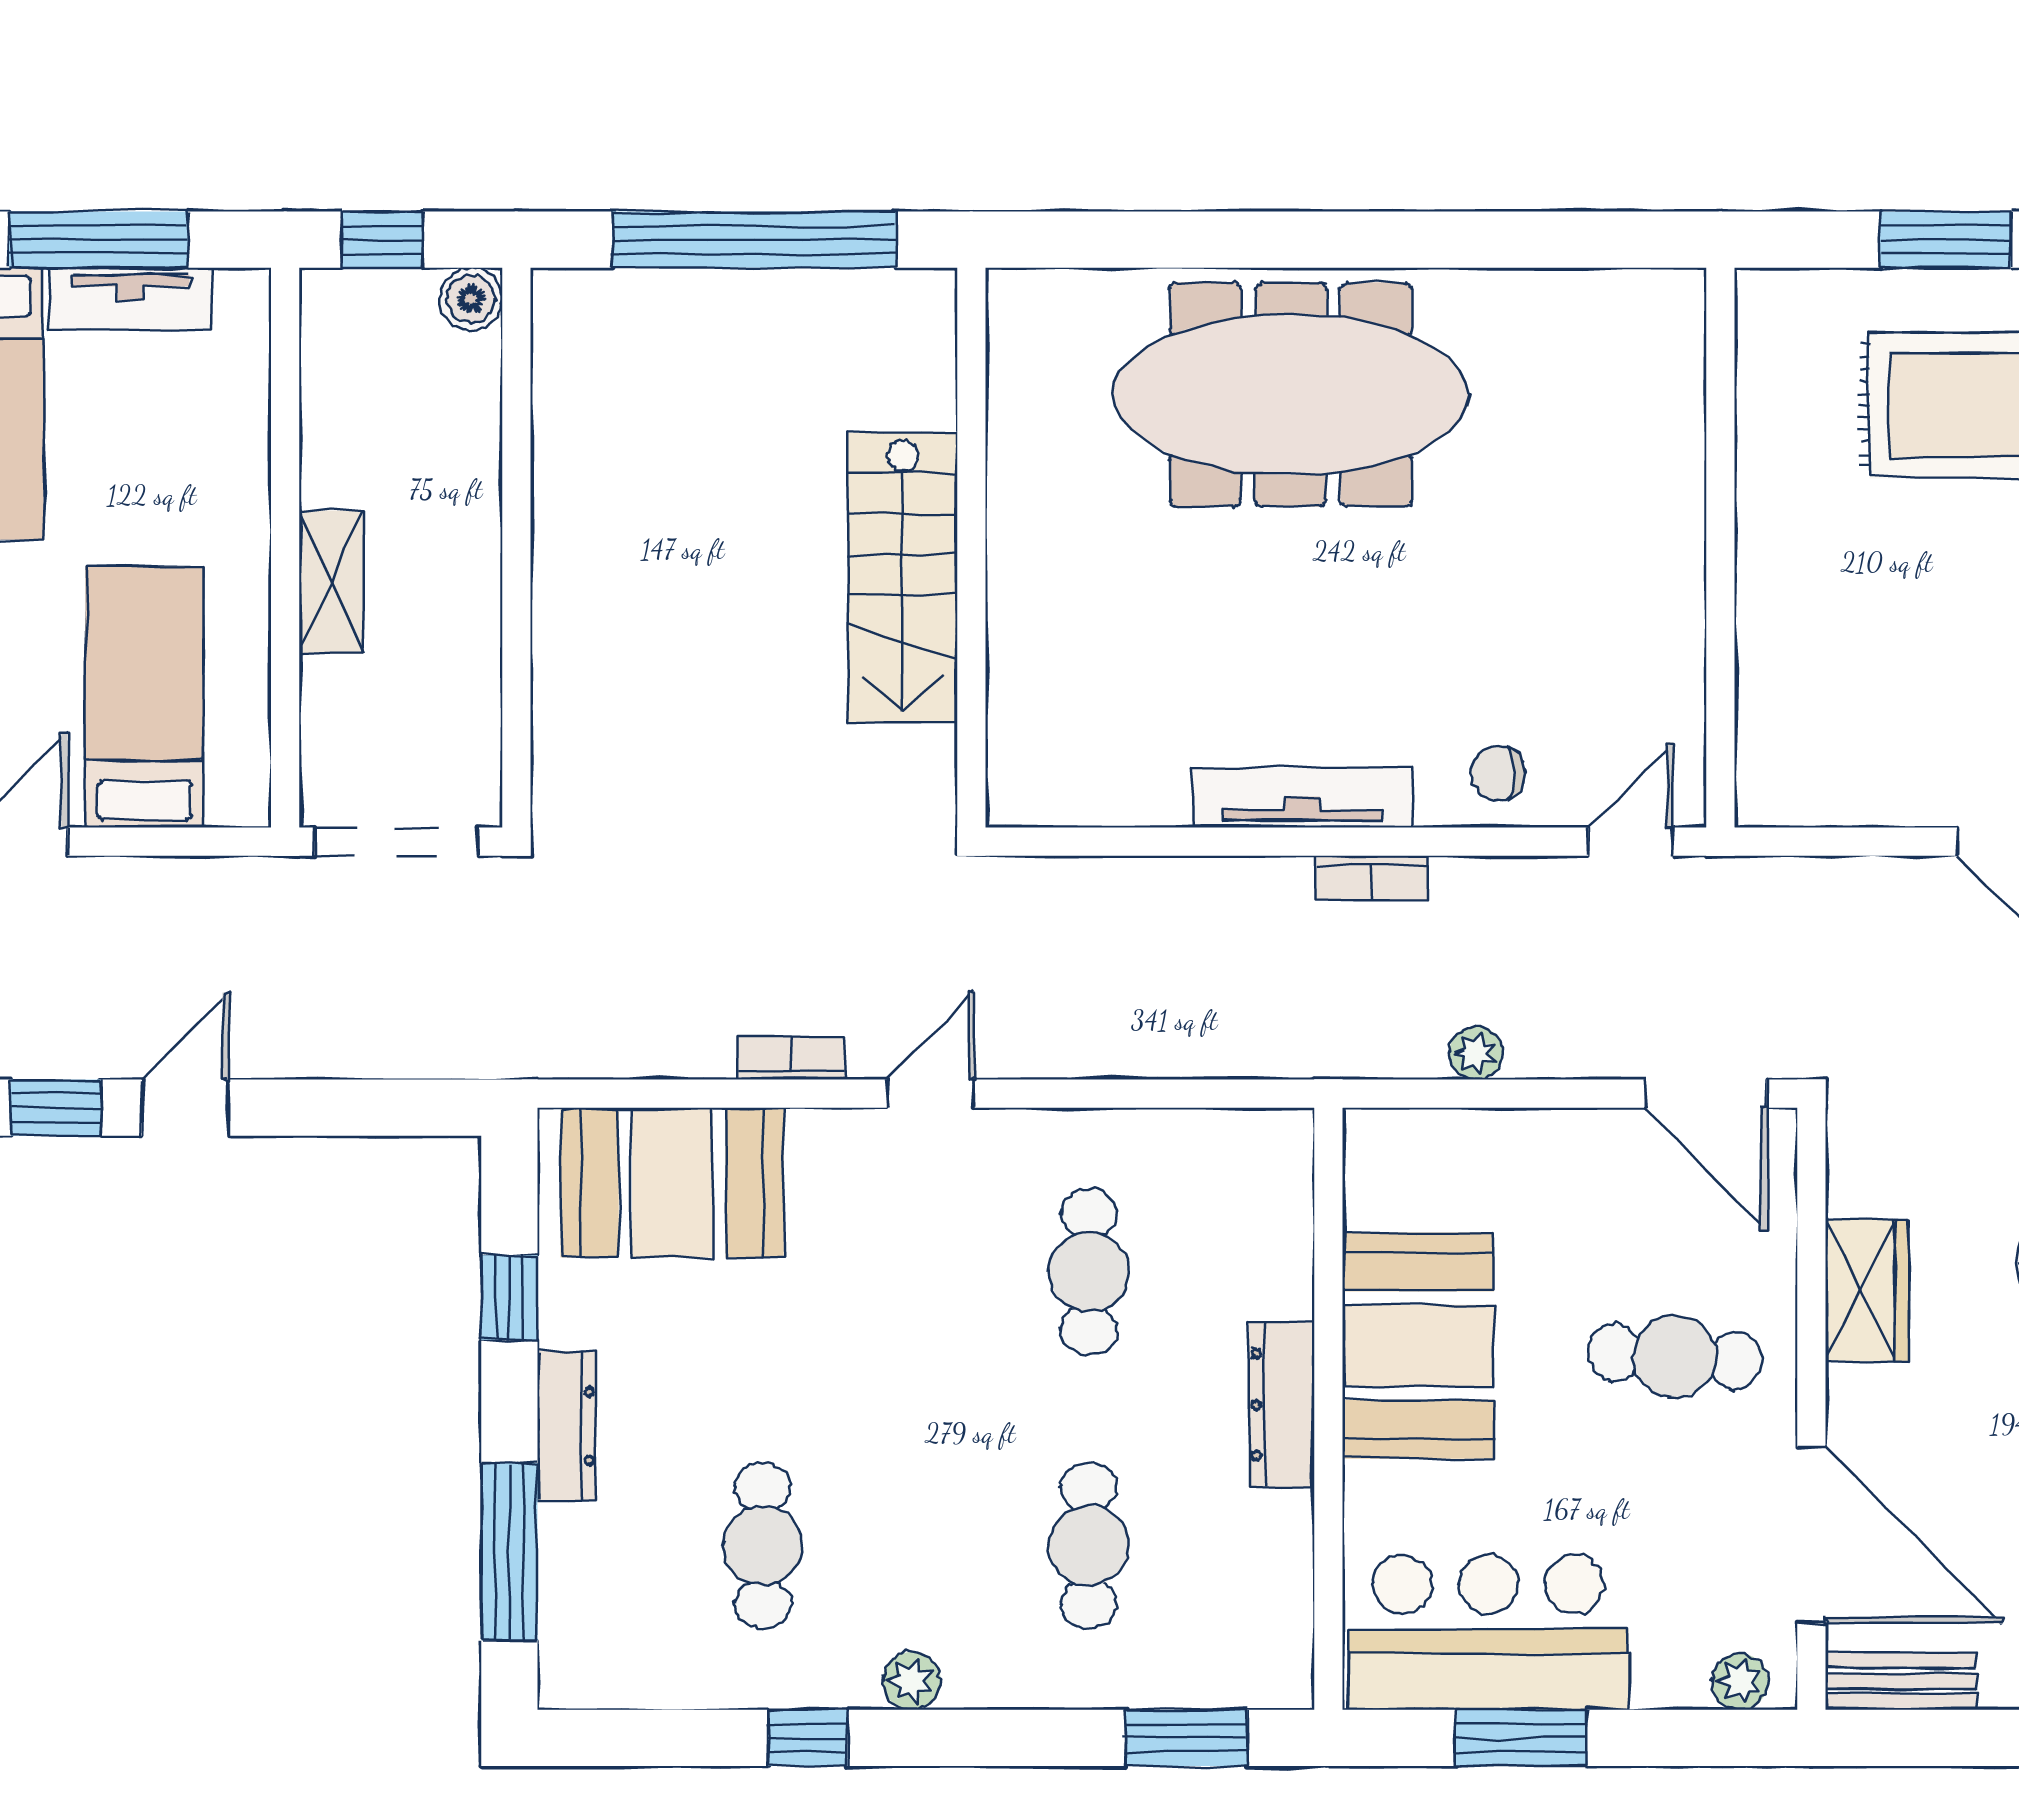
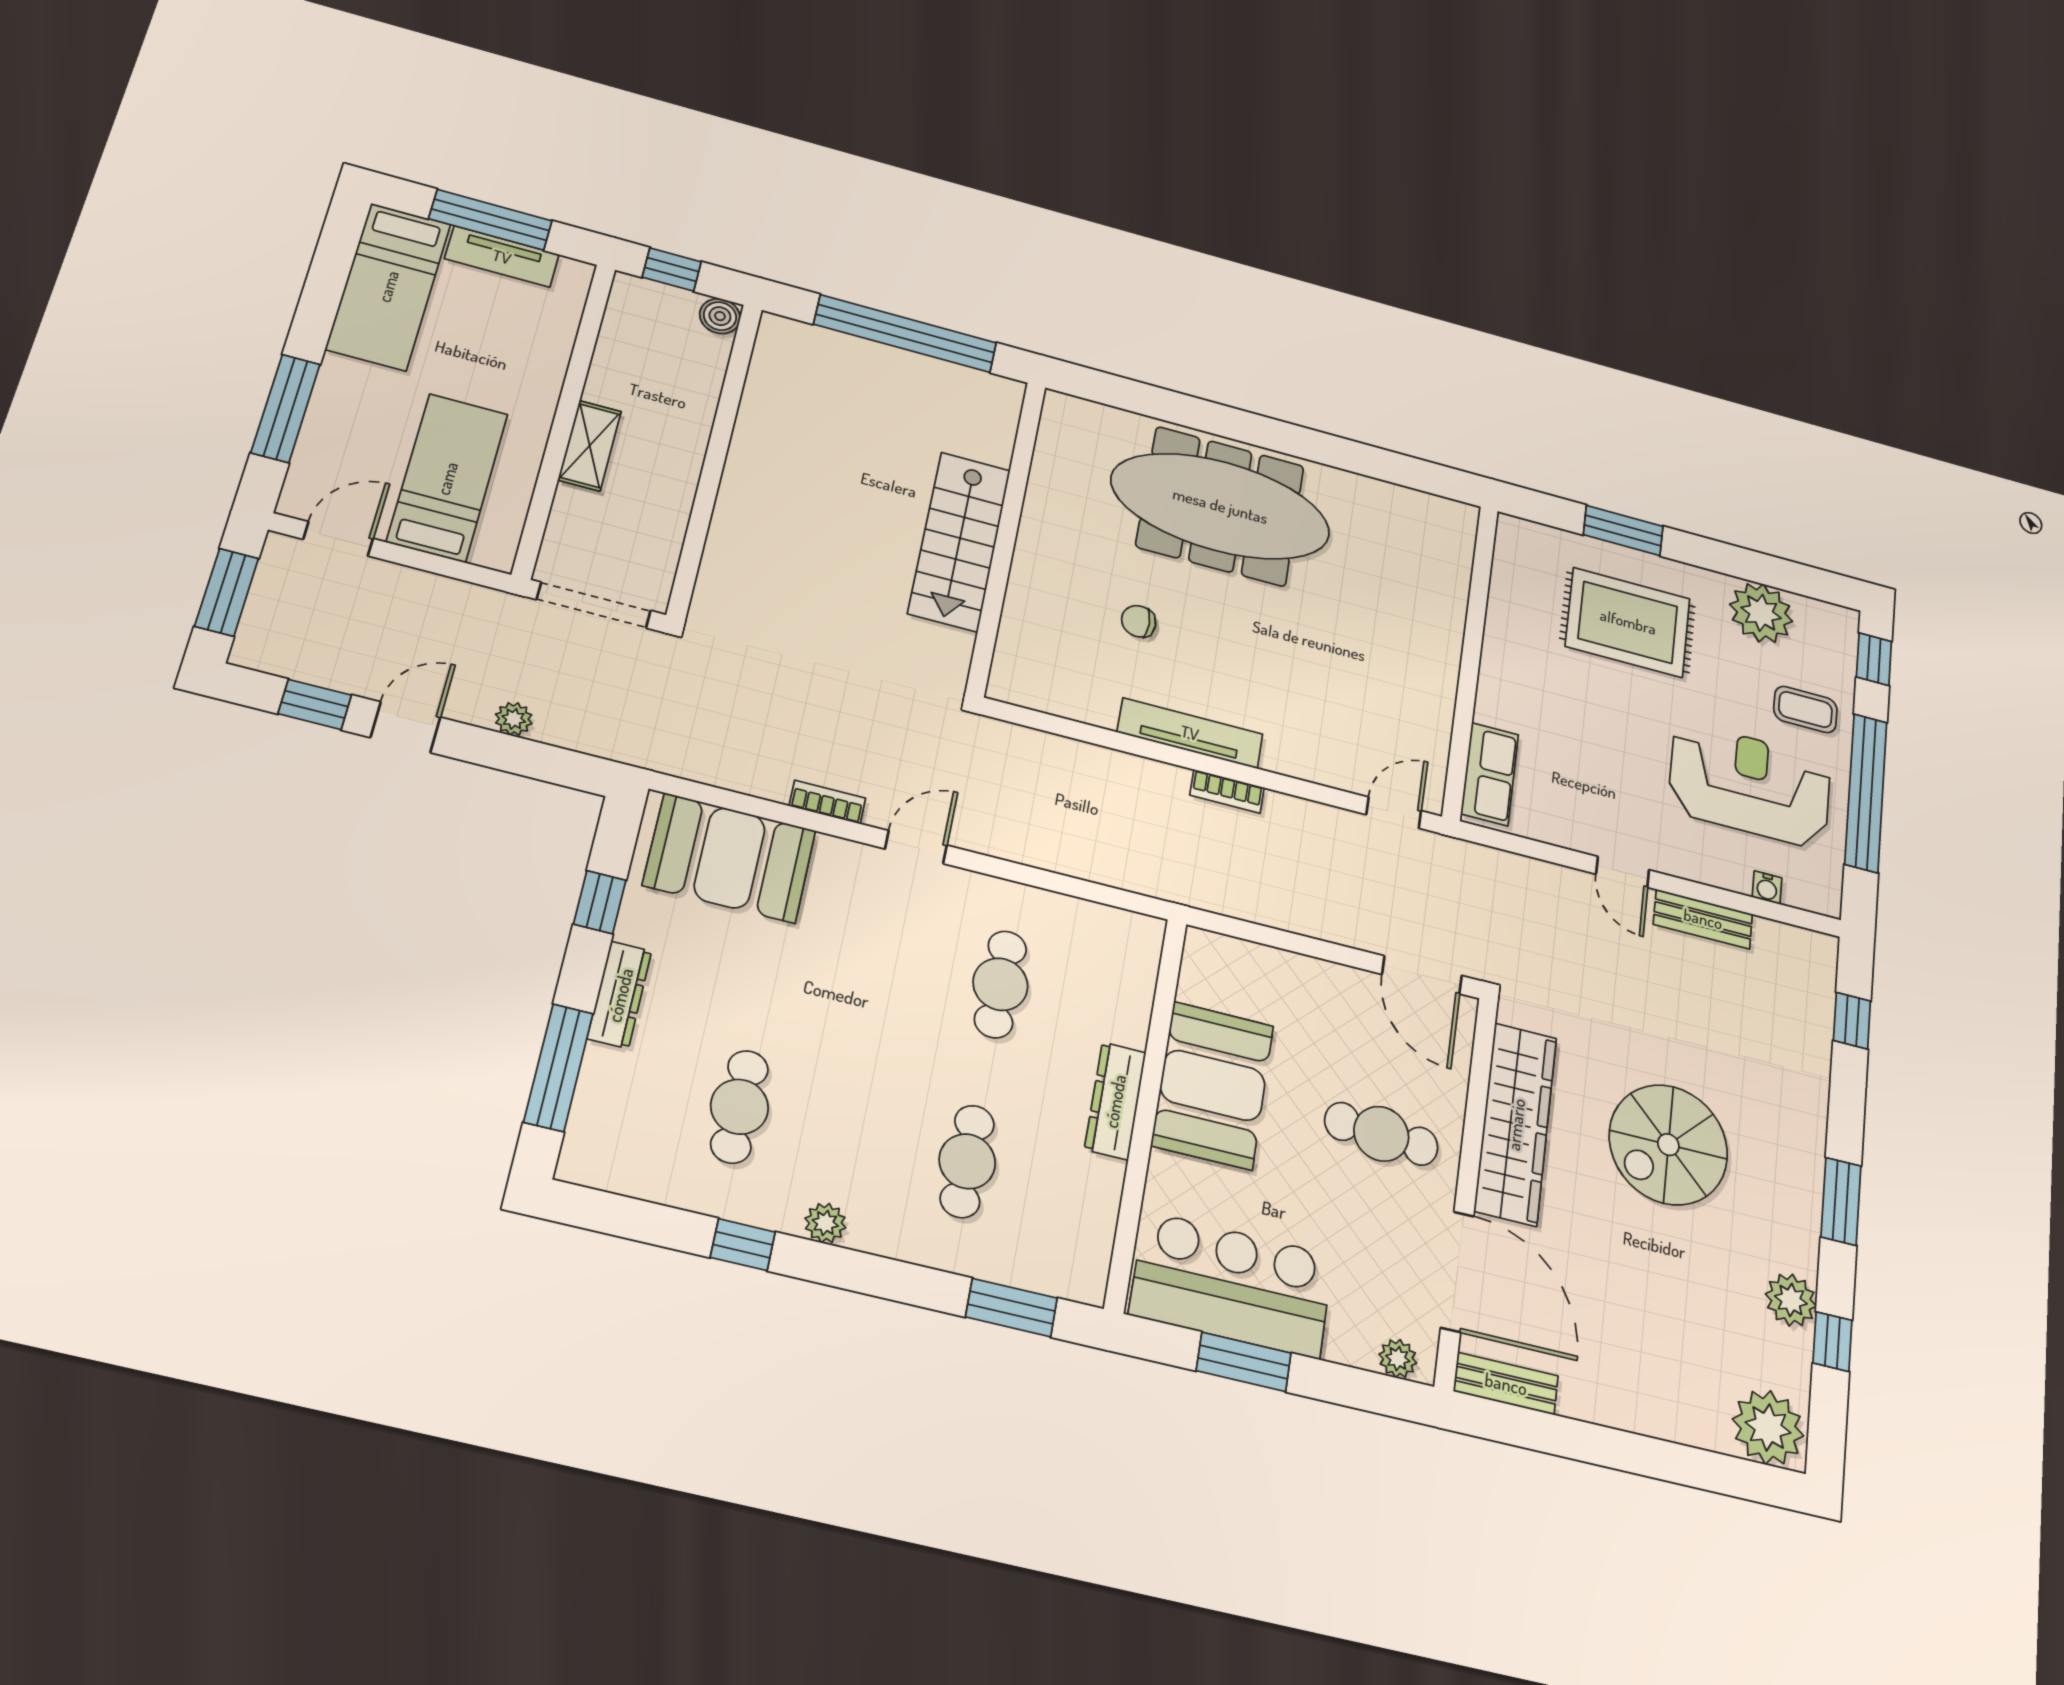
row of seats: (1773, 735) -> (1490, 774), added
chair: (1498, 773) -> (1139, 621), moved
plant: (1476, 1053) -> (514, 719), moved
wardrobe: (1867, 1290) -> (1516, 1124), width x2.10, depth x1.17

